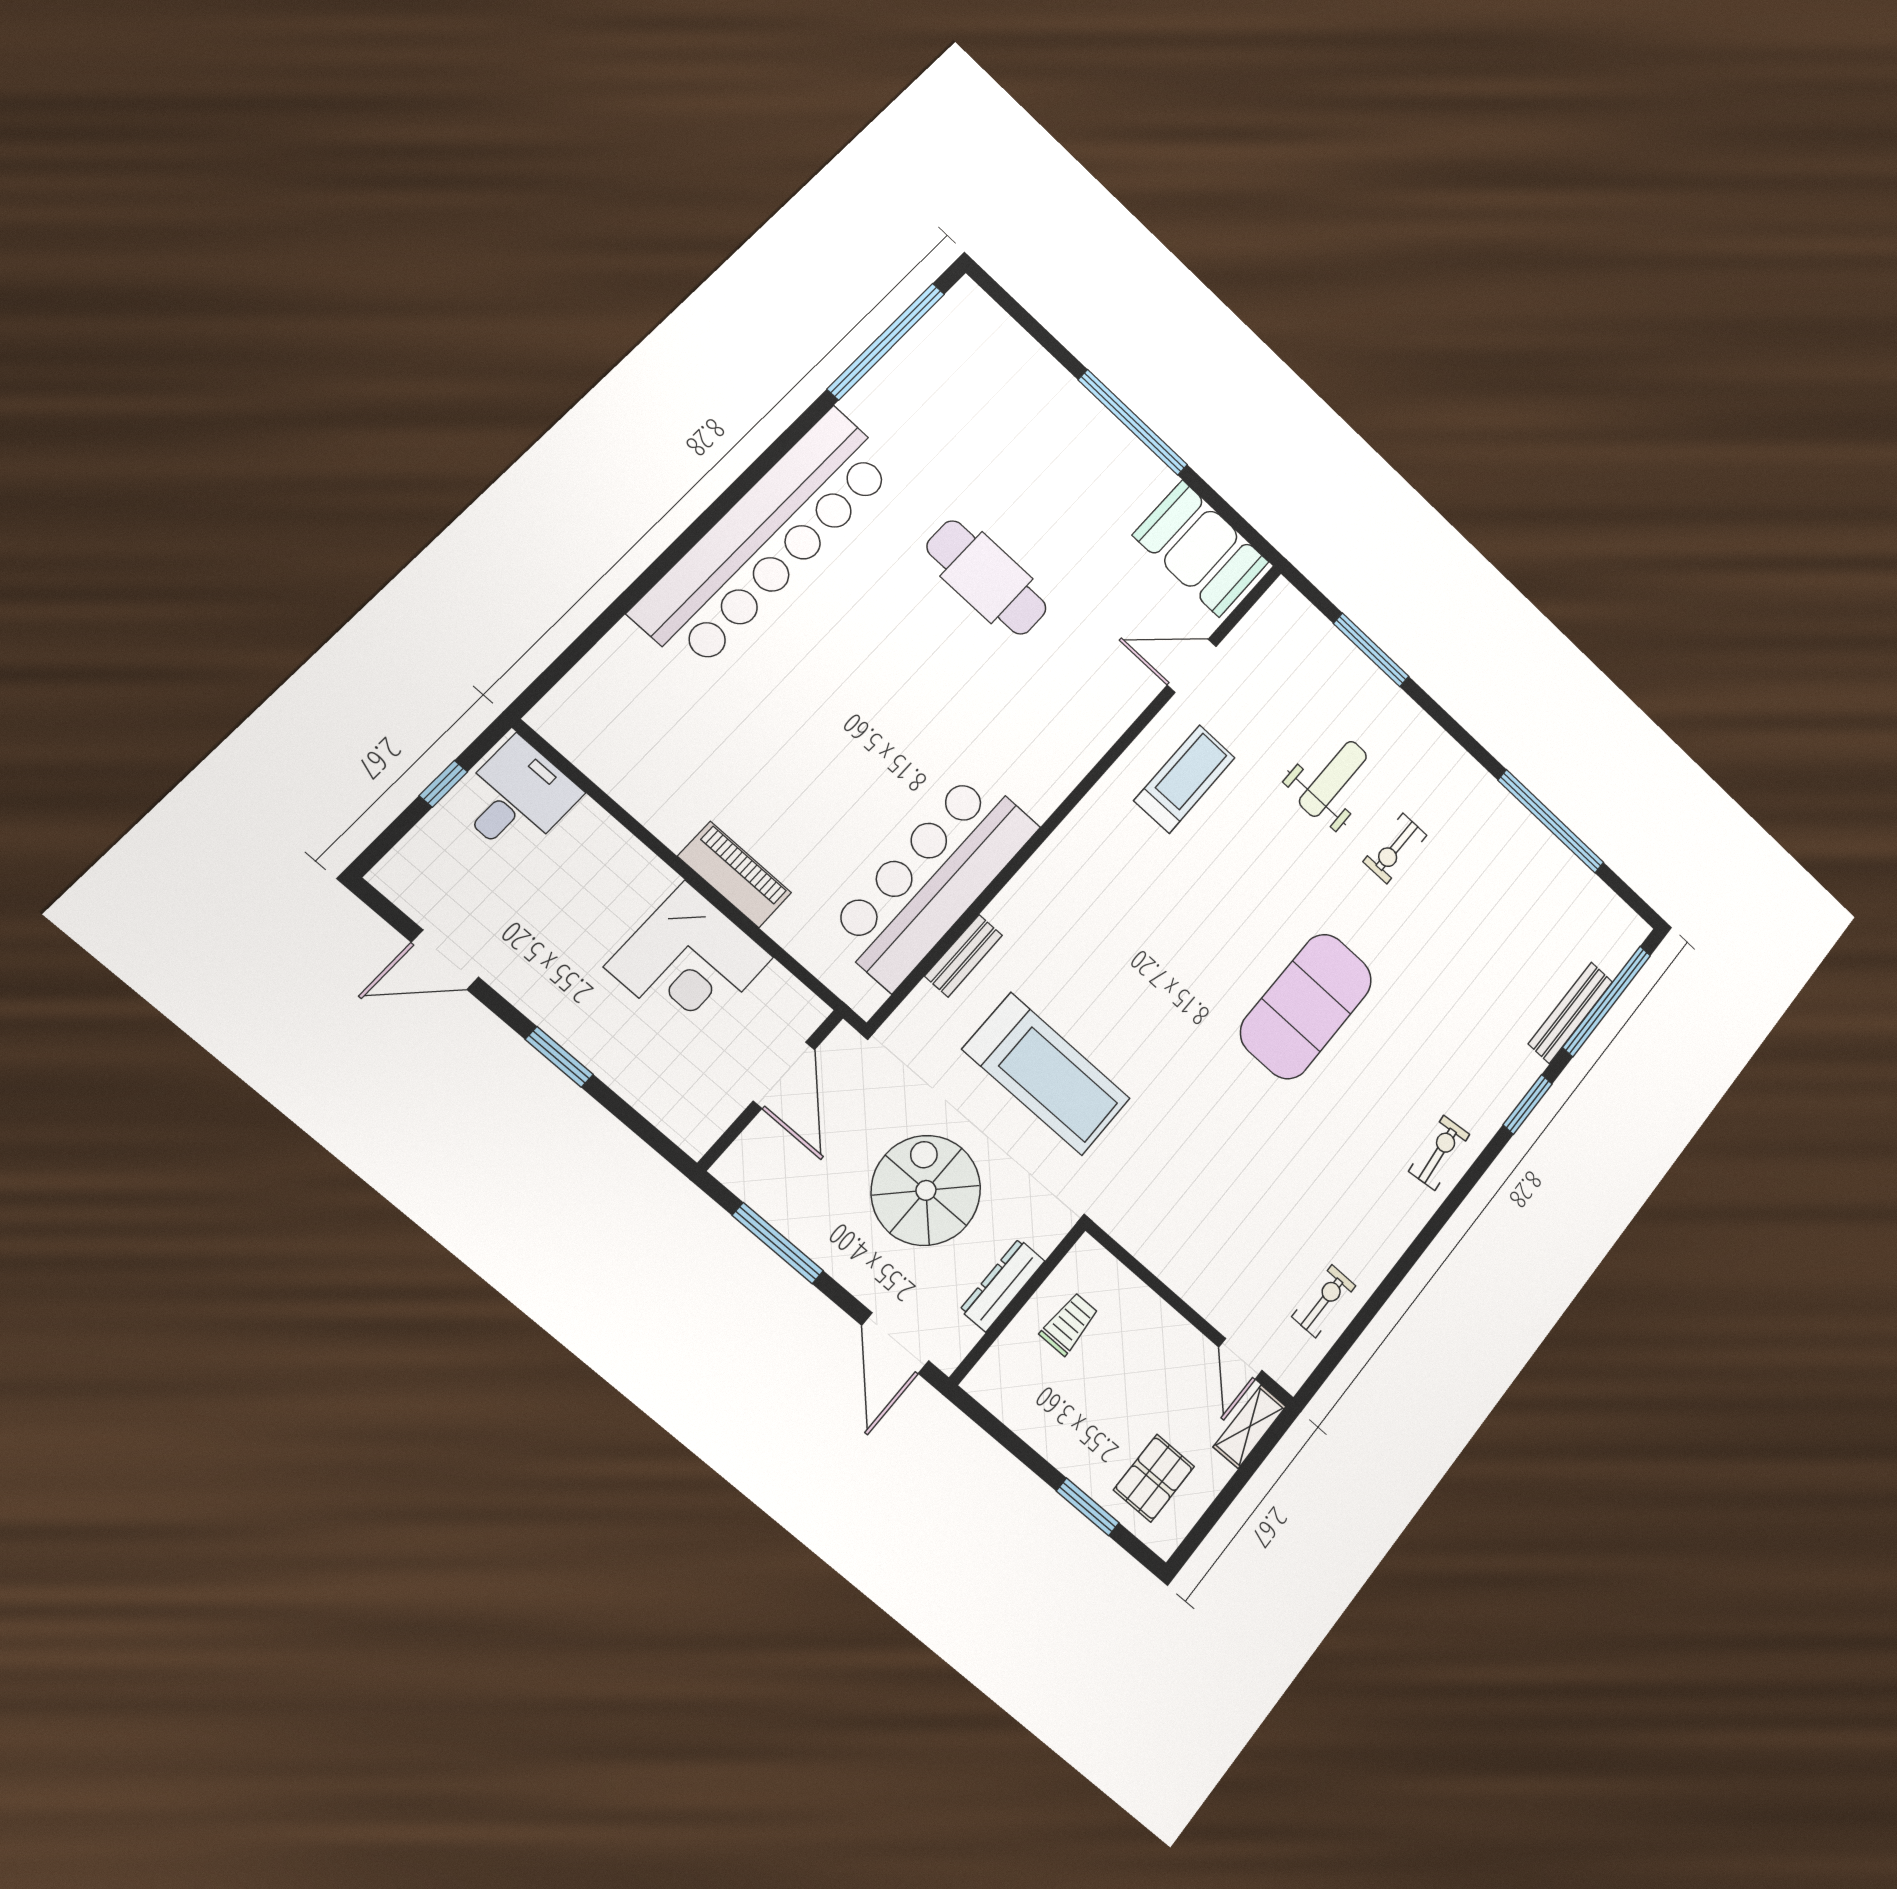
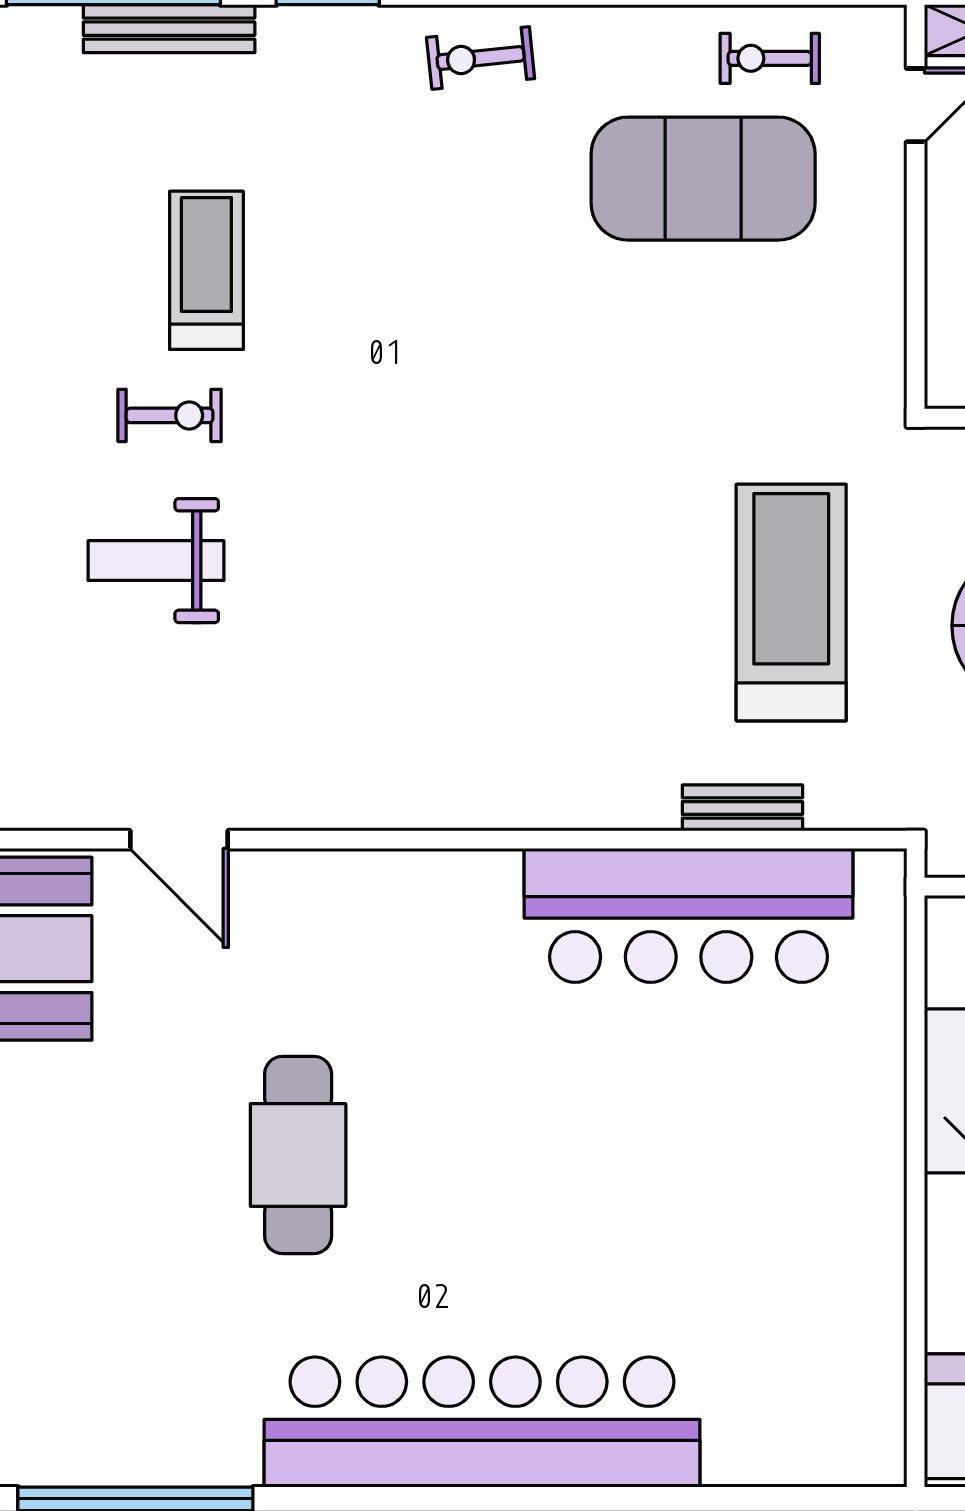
treadmill: (1185, 779) -> (206, 270), moved, turned 90
piano: (735, 875) -> (873, 1127), removed
exercise mat: (1306, 1006) -> (703, 179), moved

